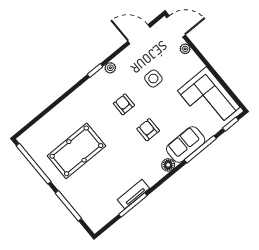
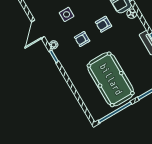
door: (139, 34) -> (38, 29), moved
pool table: (76, 151) -> (111, 79), width x1.36, depth x1.32

